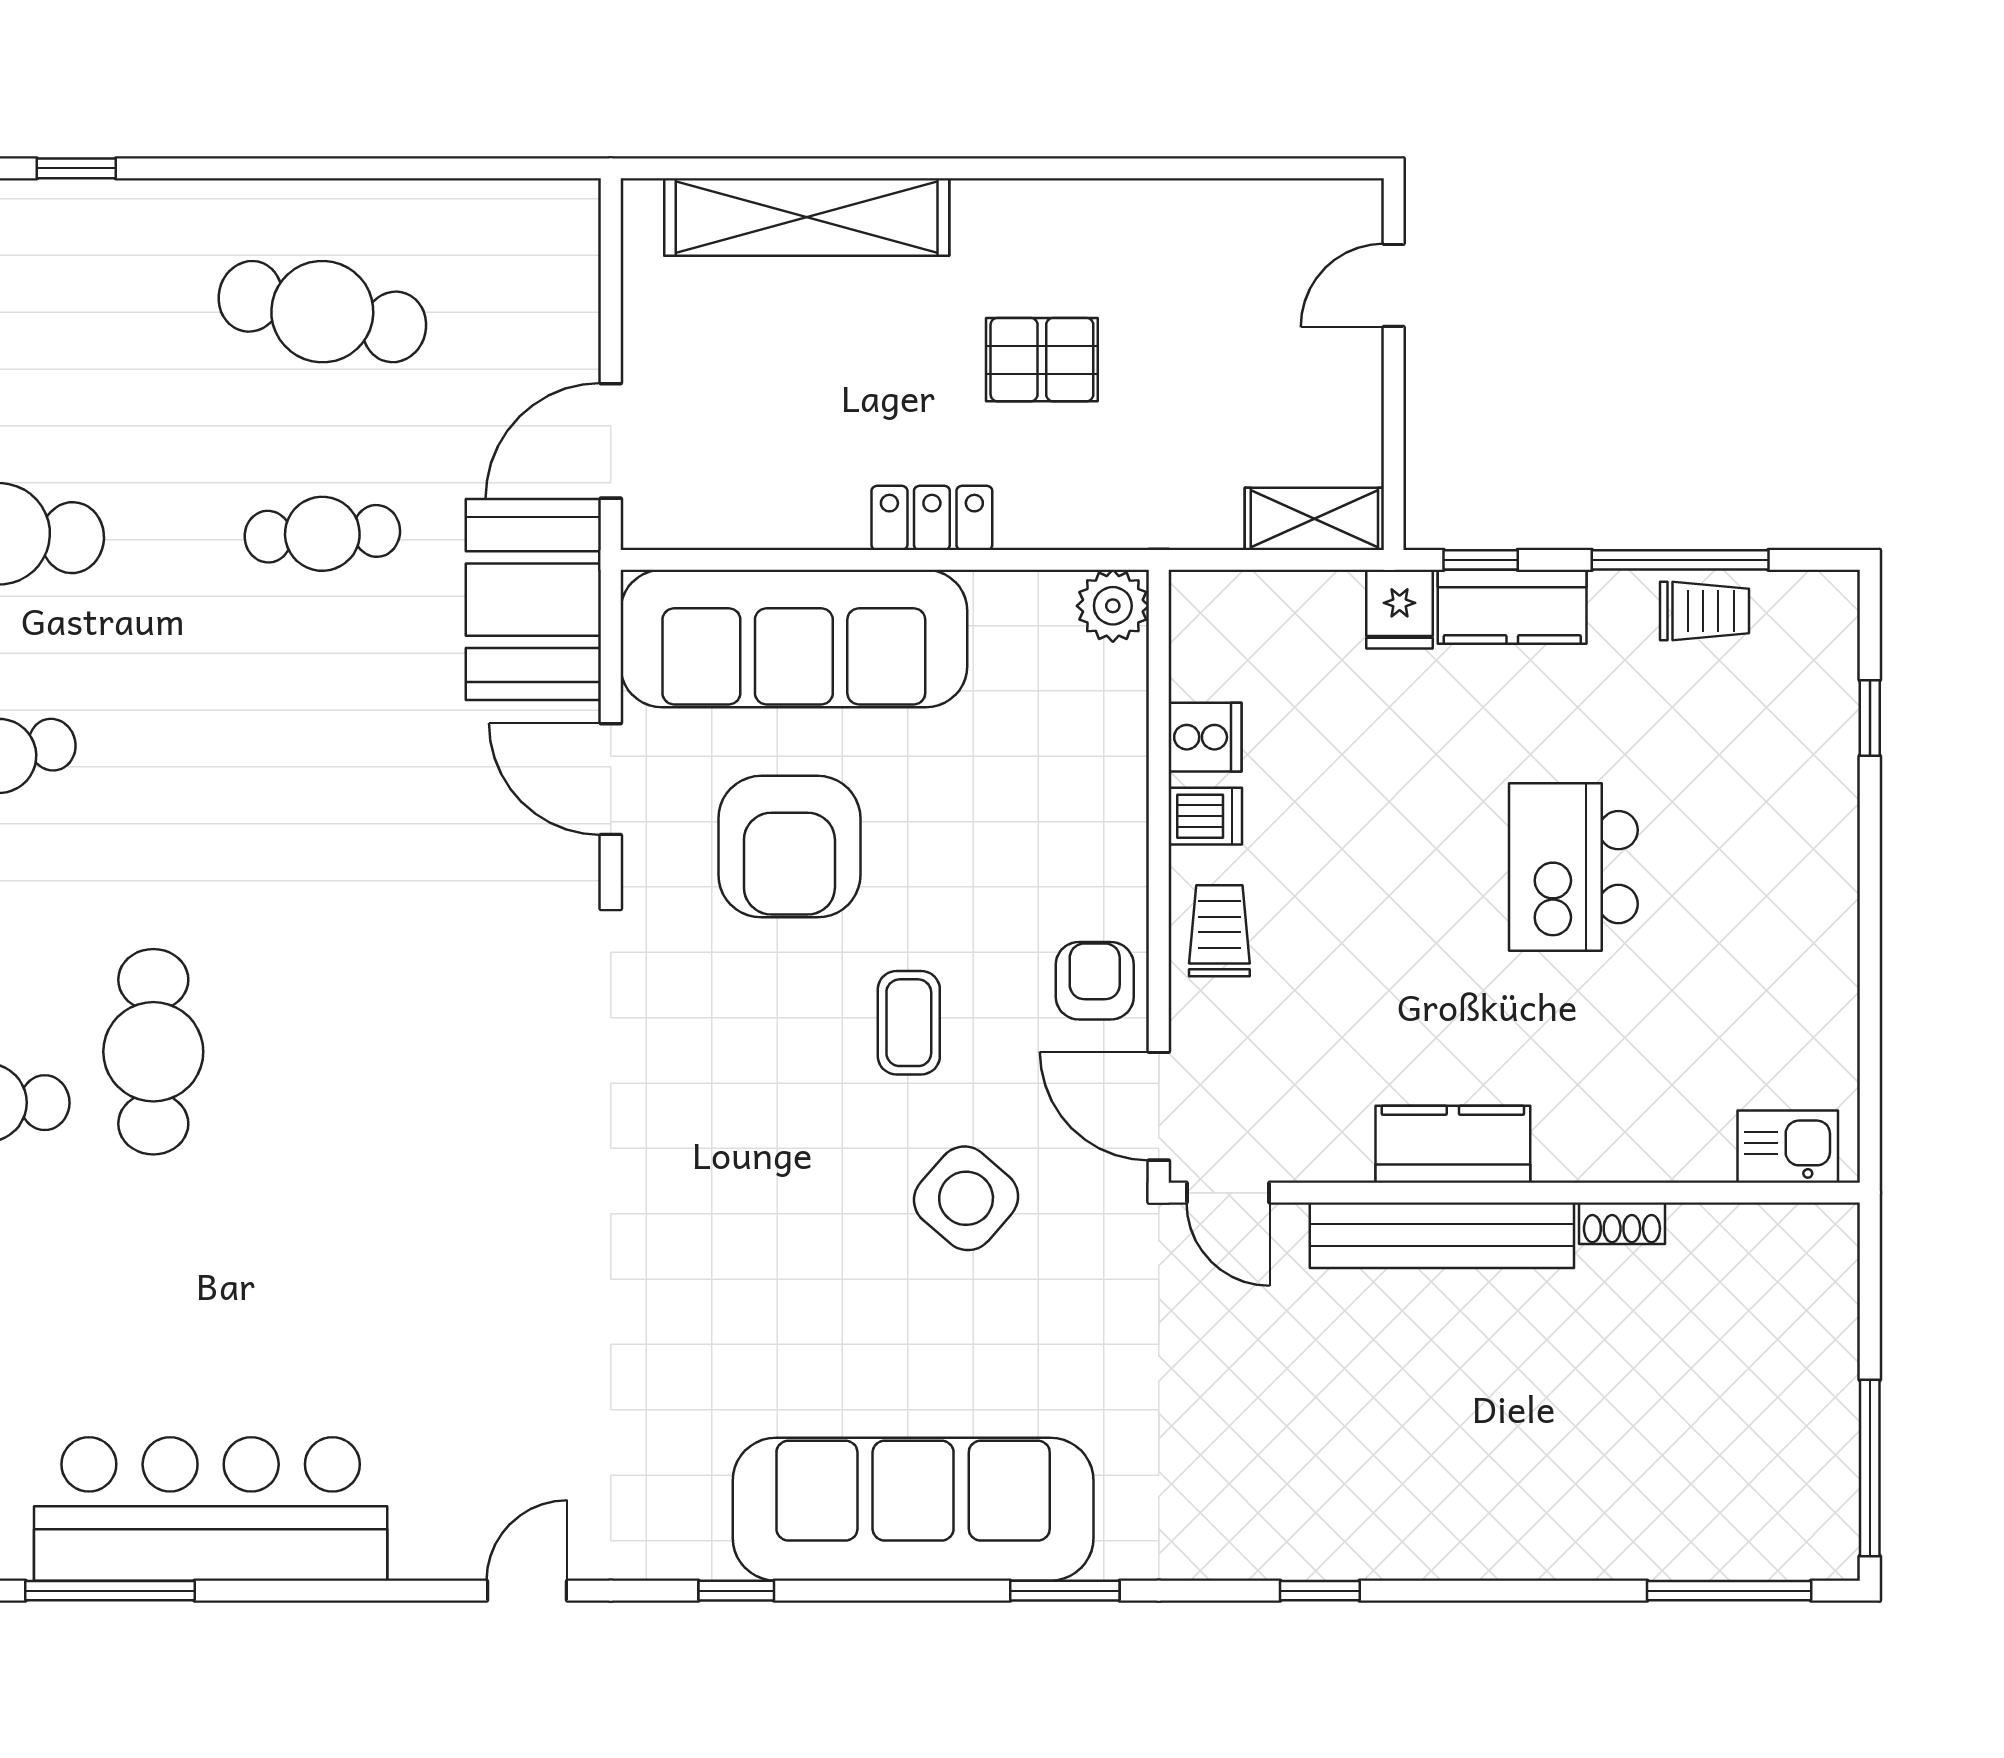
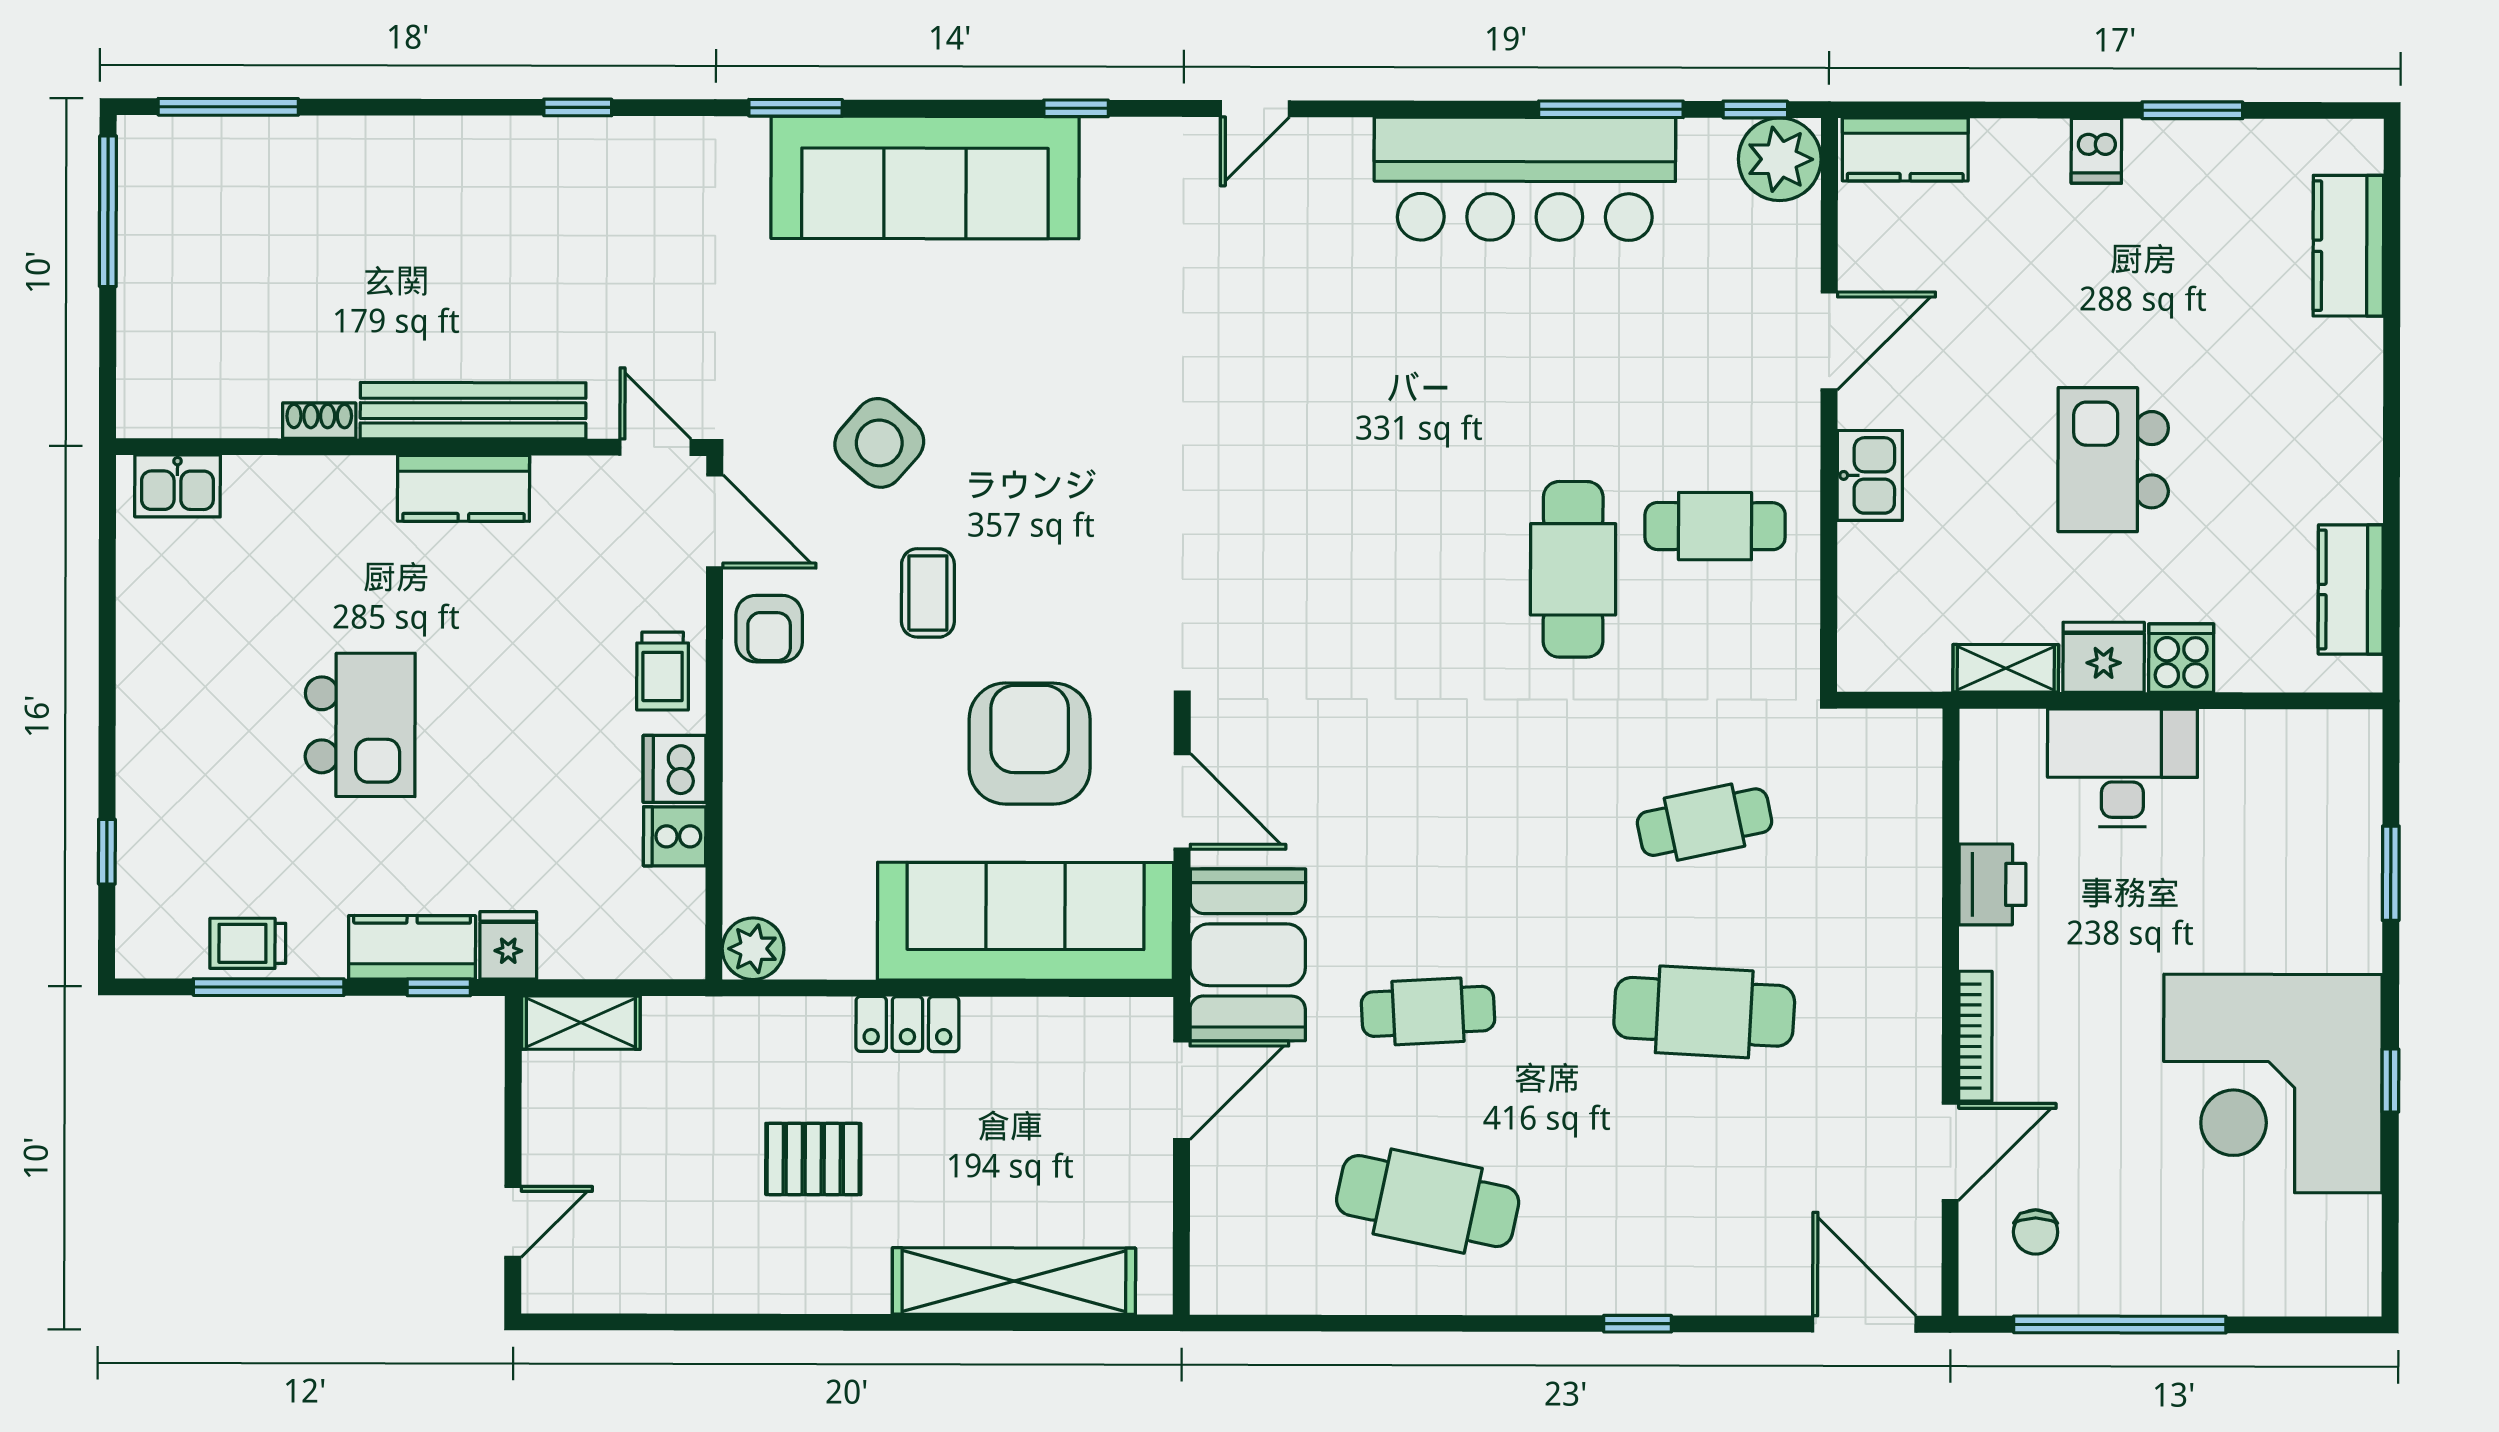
dishwasher: (1205, 816) -> (675, 769), width x1.38

